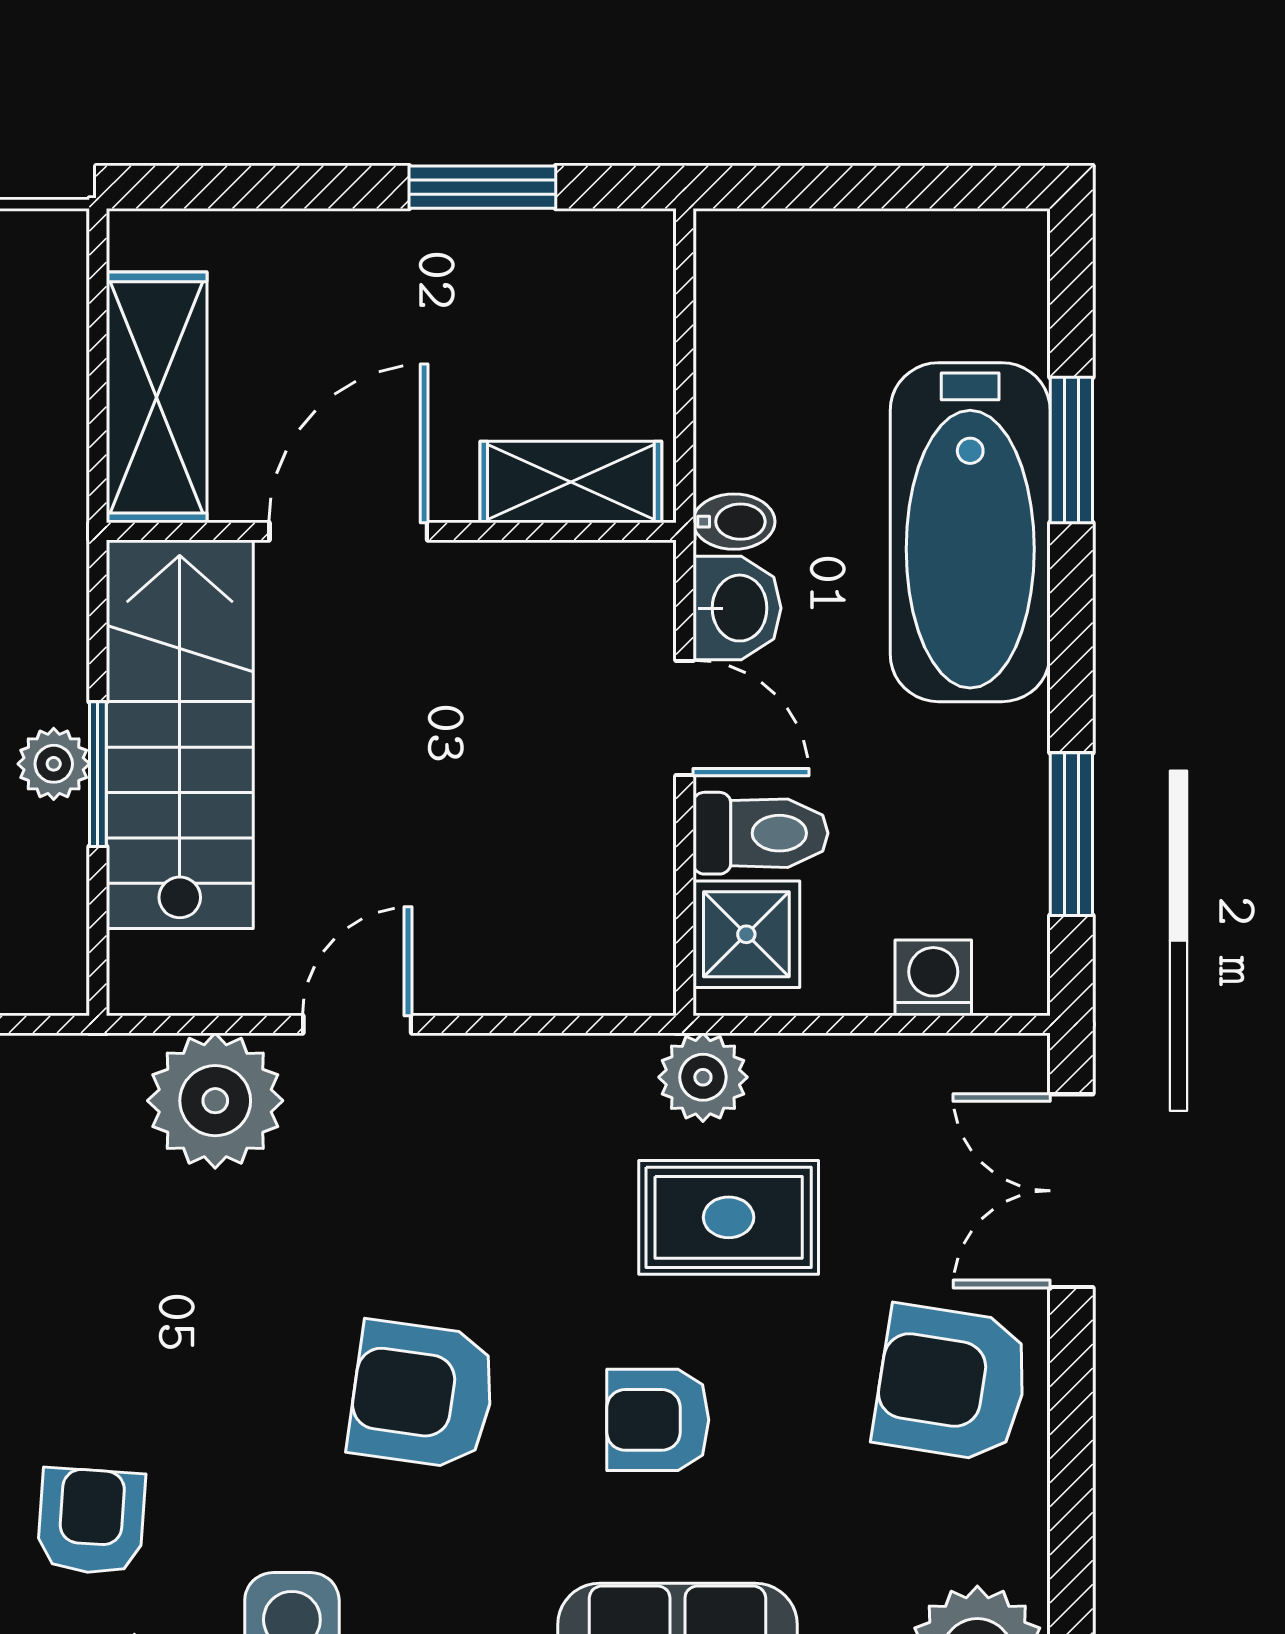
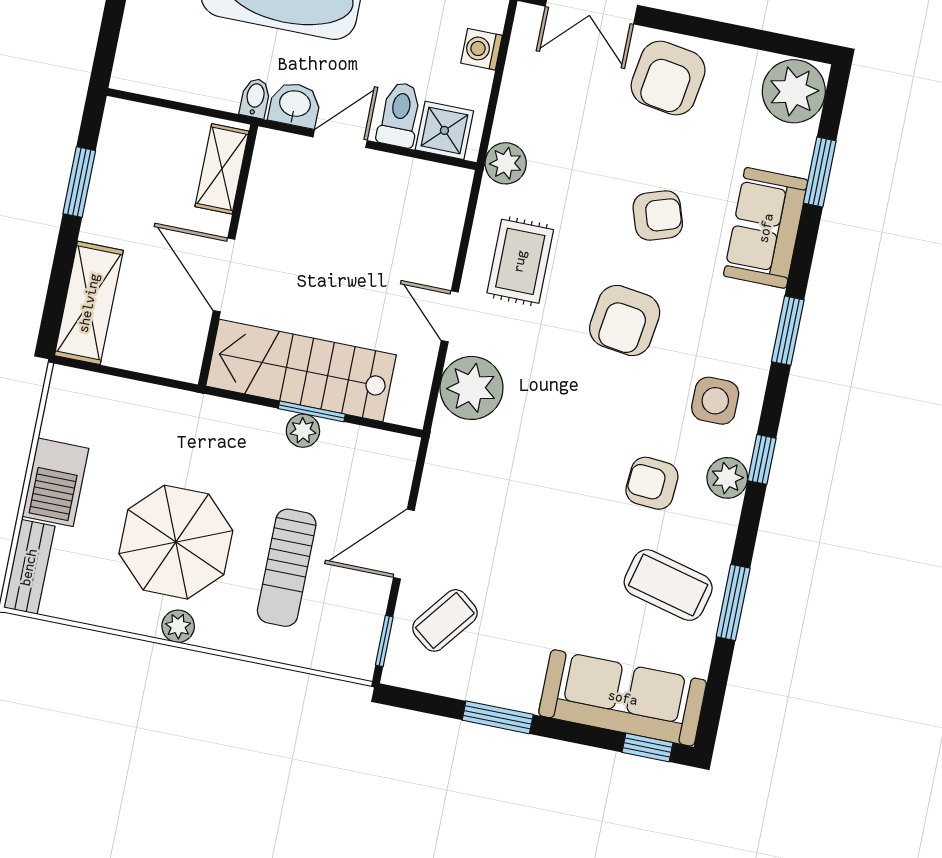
shelving: (157, 397) -> (89, 303), moved, turned 90
rug: (729, 1217) -> (520, 261), moved
armchair: (658, 1420) -> (658, 215), turned -108

